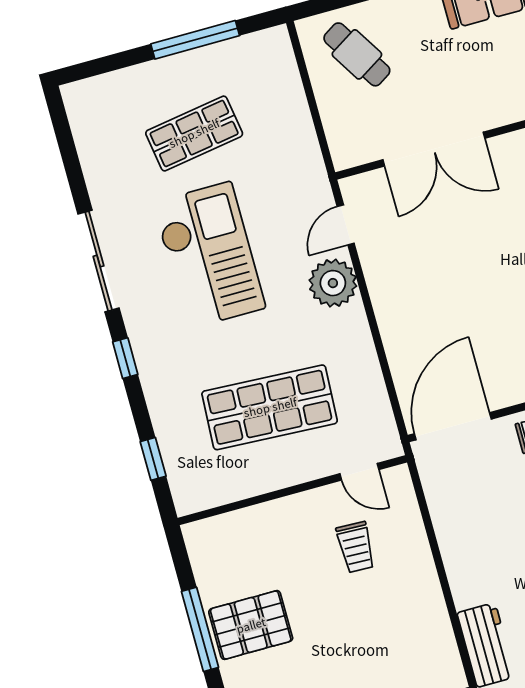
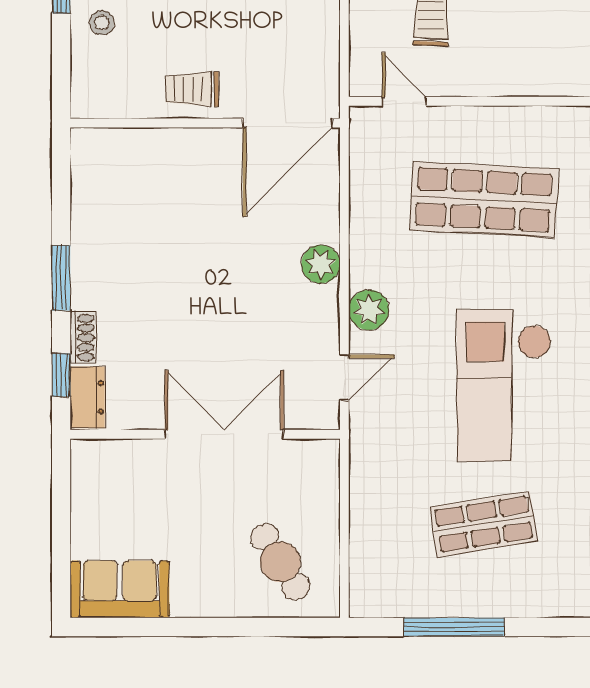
plant: (333, 283) -> (369, 310), width x0.73, depth x0.73
plant: (392, 315) -> (321, 264), added

